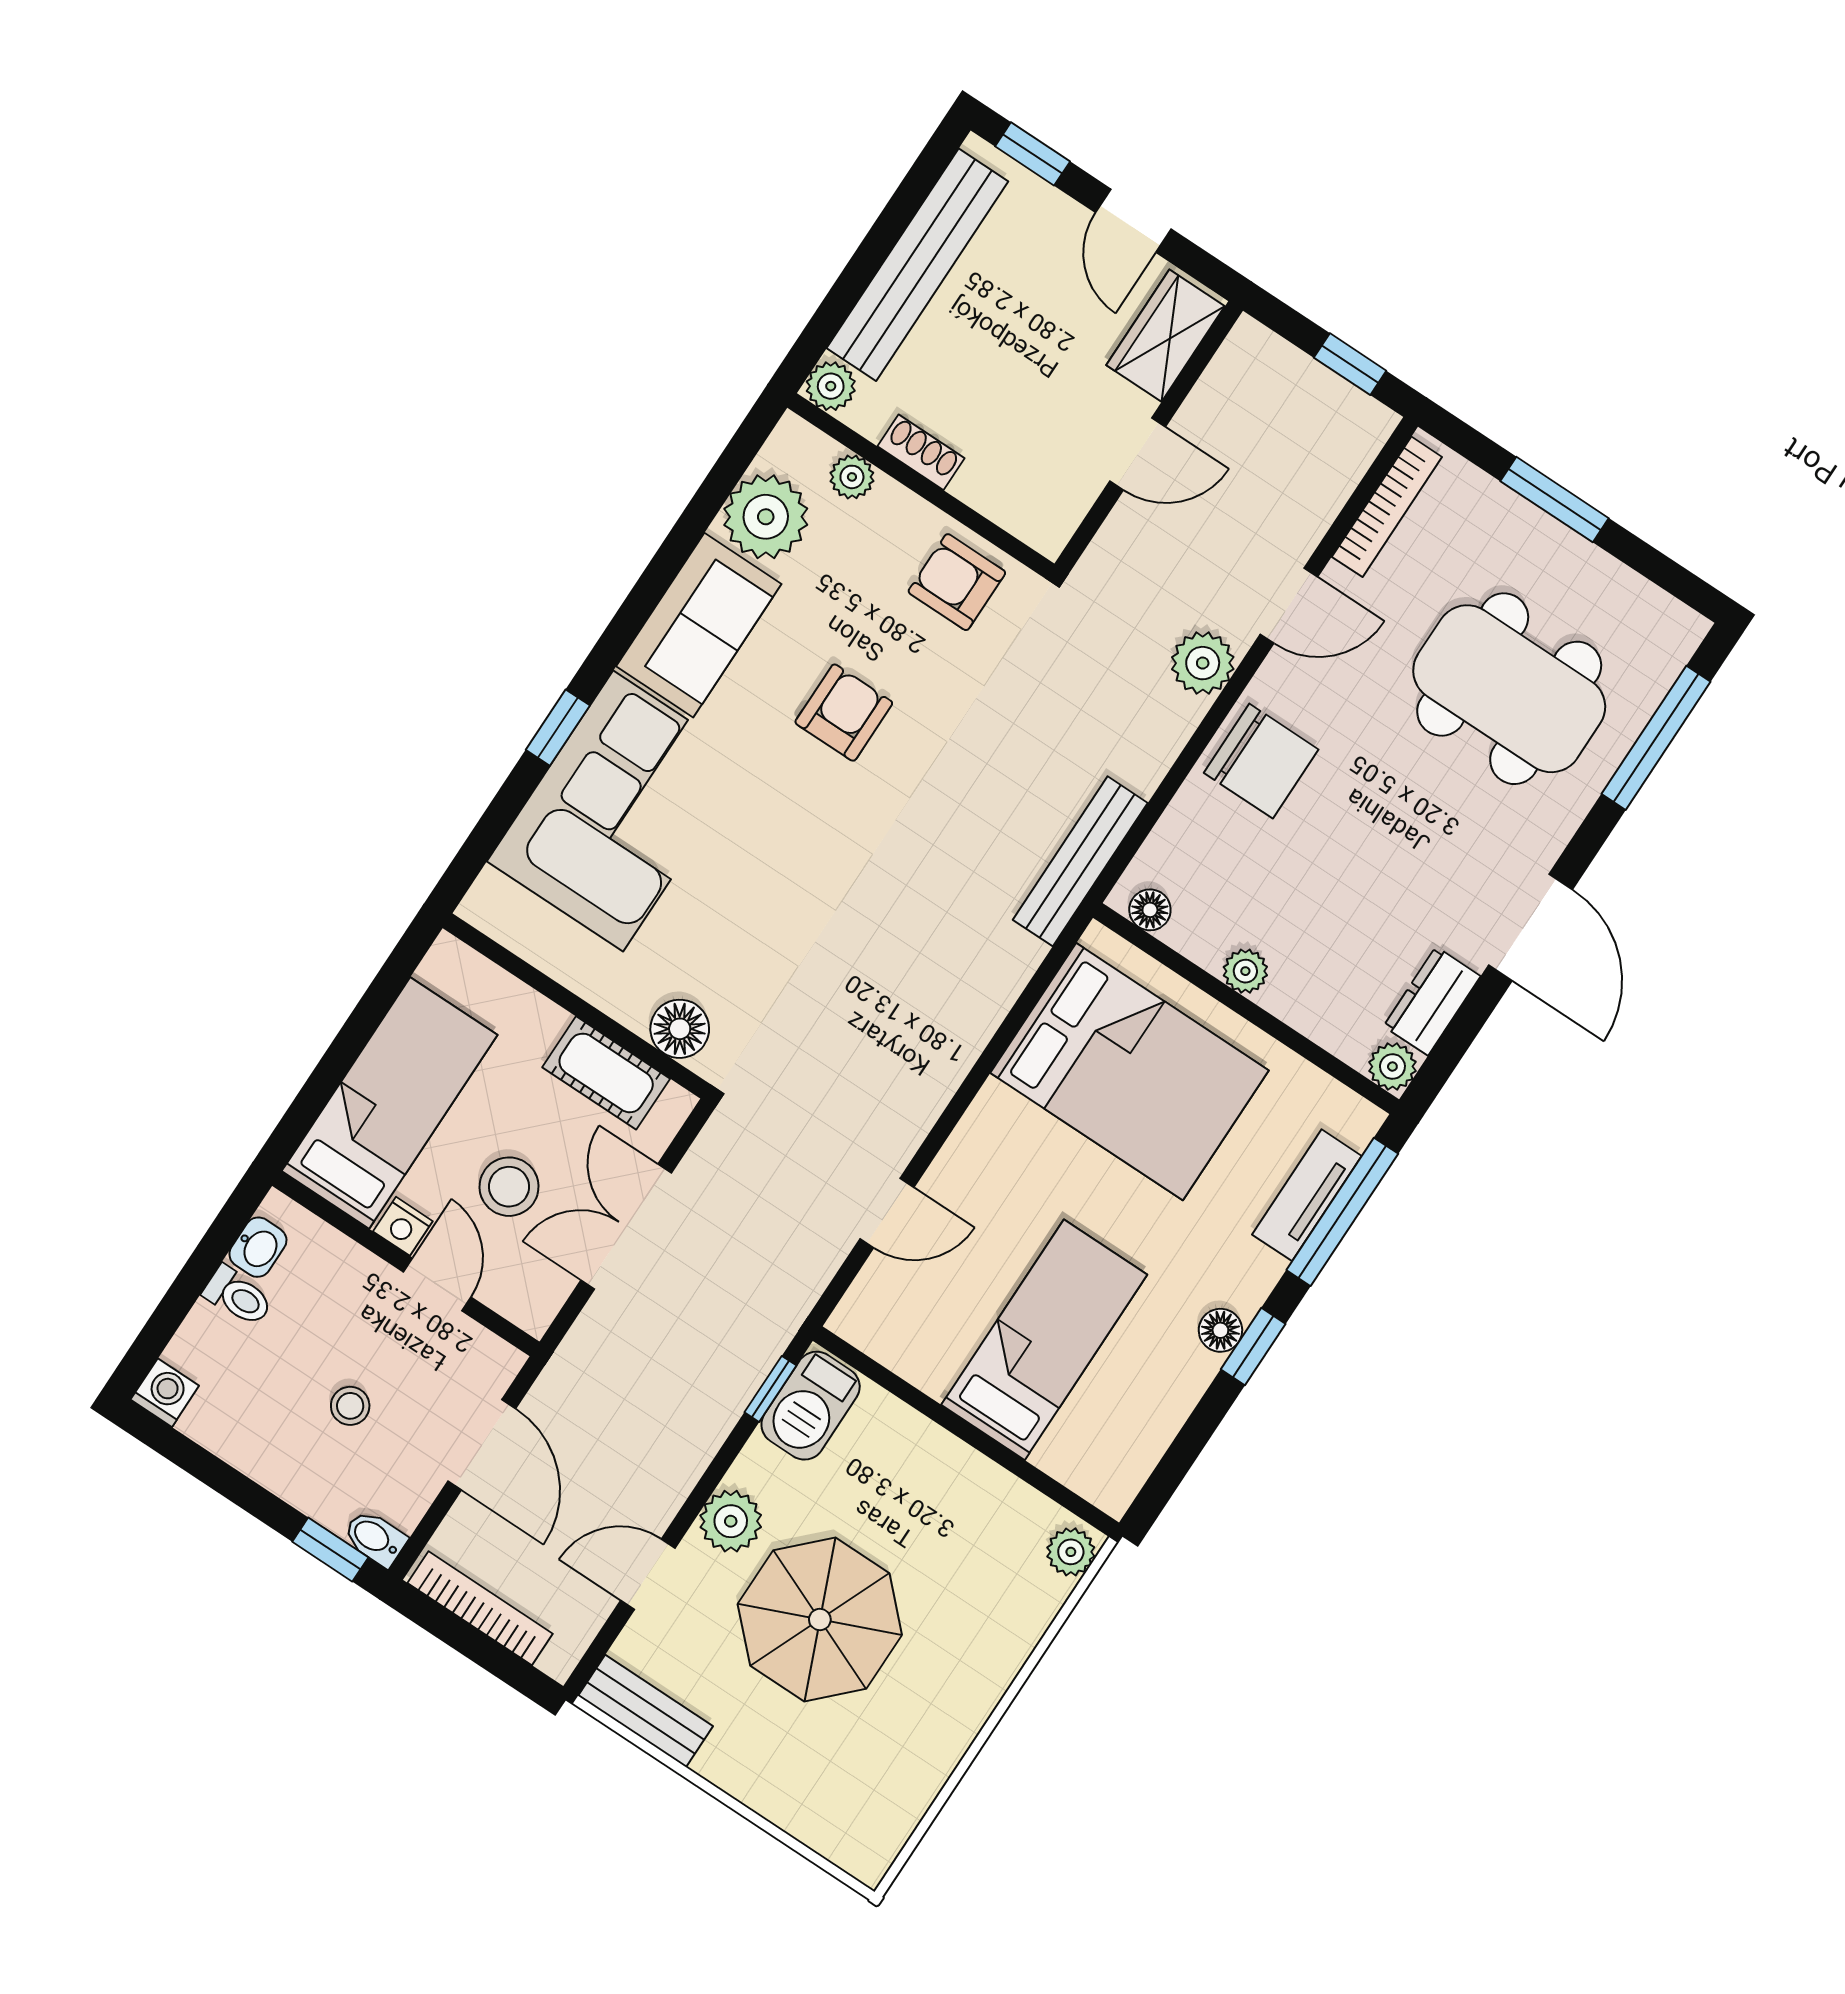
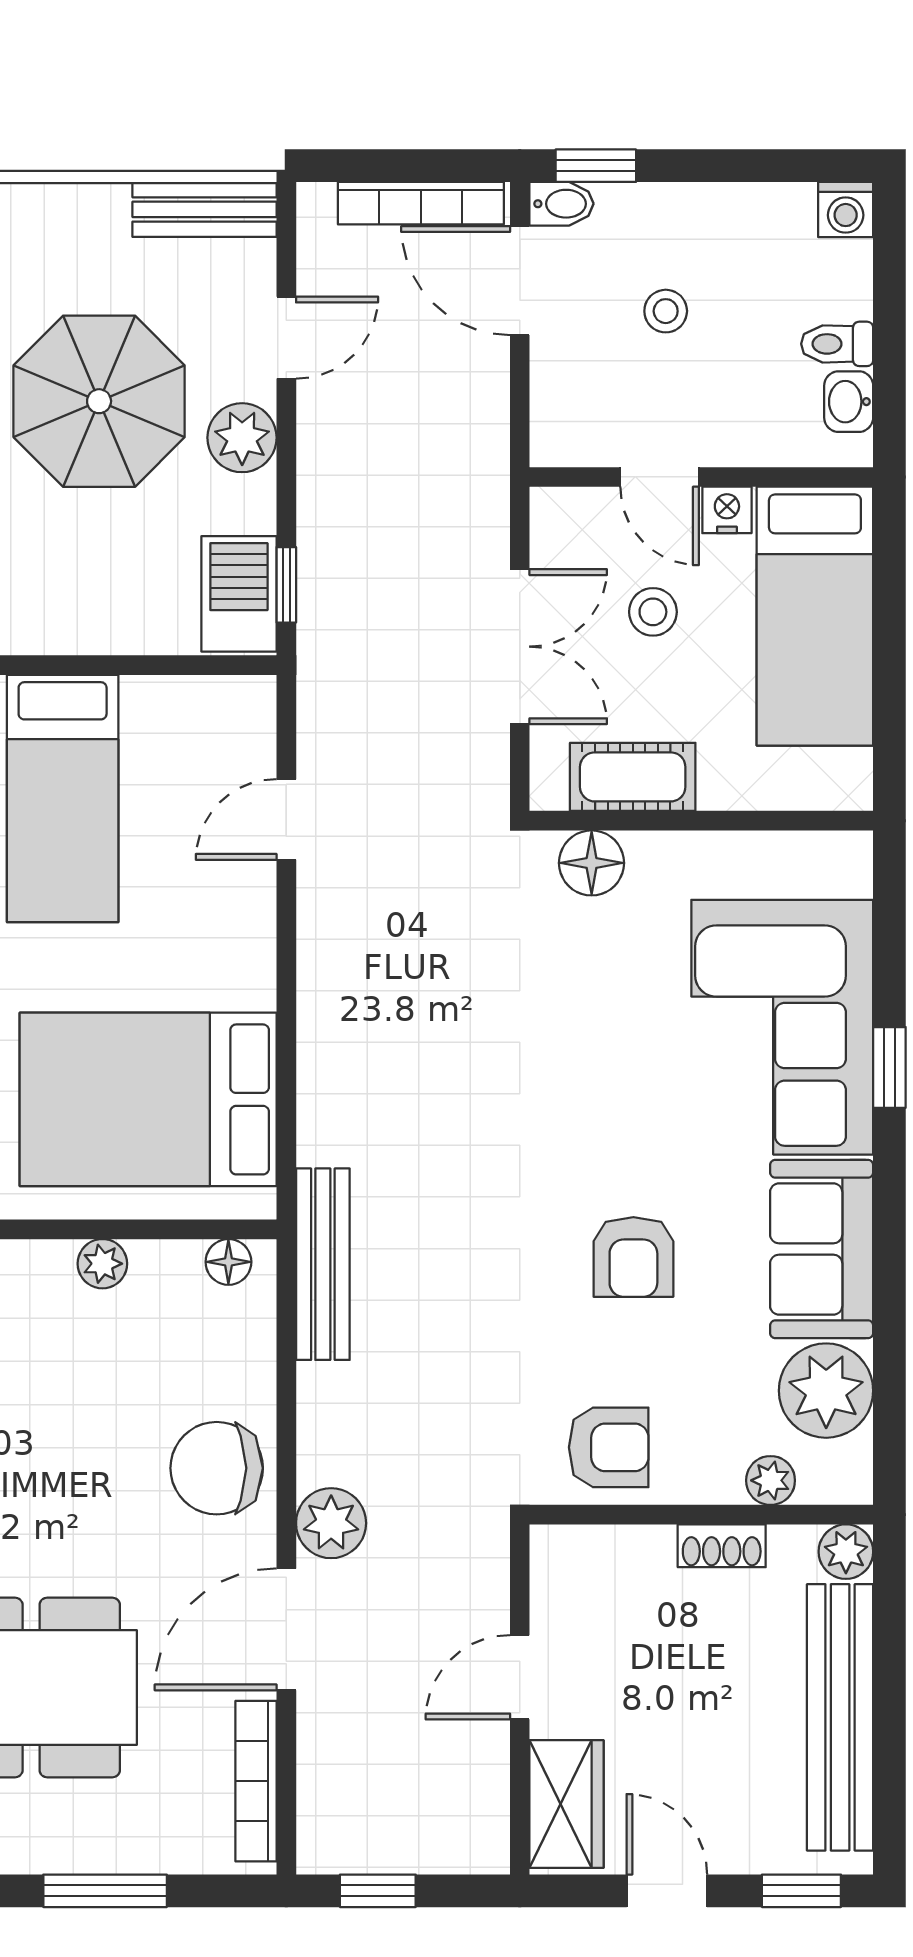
door: (1289, 606) -> (286, 1629), width x1.38
stool: (509, 1187) -> (653, 612), width x0.73, depth x0.73
door: (482, 1445) -> (520, 281), moved

